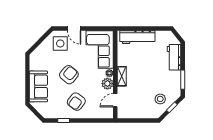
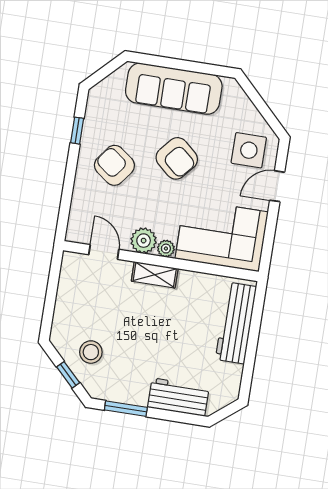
sofa: (38, 86) -> (174, 89), width x1.36

